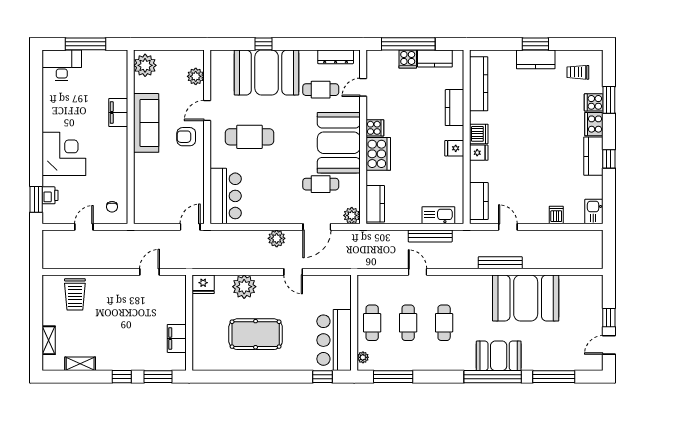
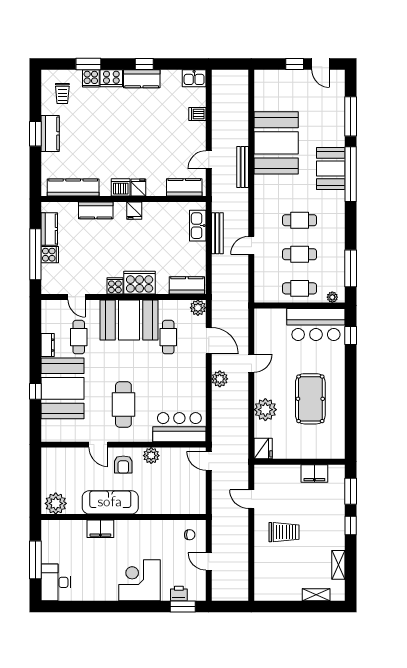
dresser: (336, 57) -> (48, 345), moved, width x0.70
plant: (196, 76) -> (151, 456), moved
trolley: (75, 294) -> (284, 532), moved

